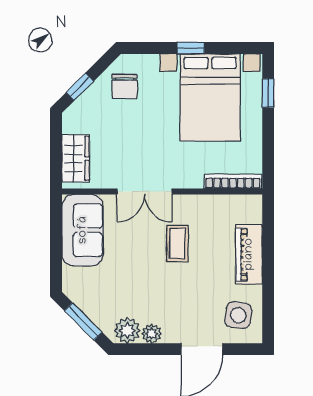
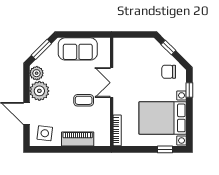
window: (191, 48) -> (189, 90), moved
wardrobe: (76, 158) -> (130, 45), removed
sofa: (83, 230) -> (78, 49), moved
plant: (152, 334) -> (39, 91), width x1.87, depth x1.87

